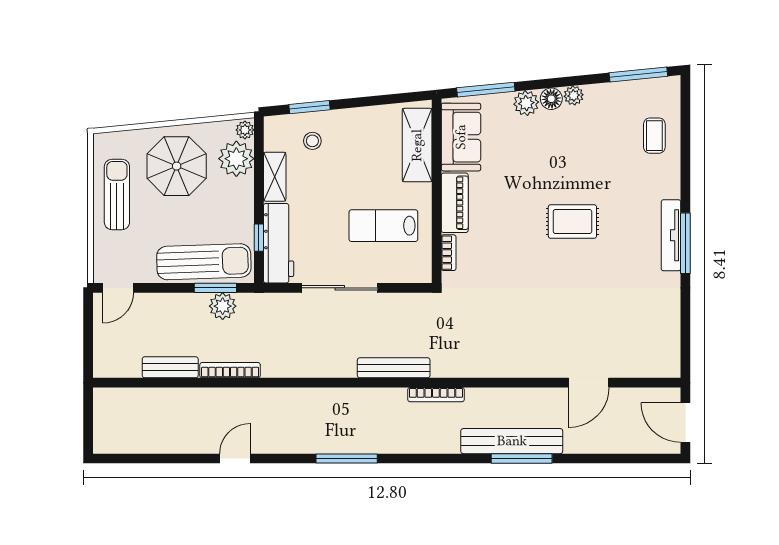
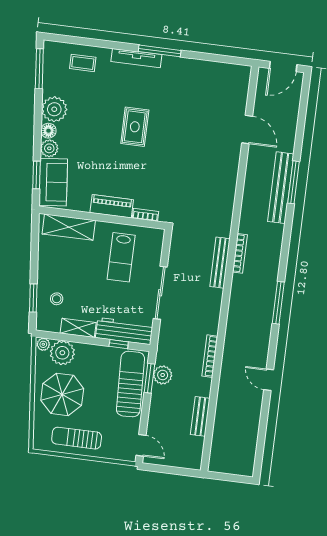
window: (486, 90) -> (36, 175), width x0.69
plant: (574, 95) -> (54, 109), width x1.87, depth x1.87
sofa: (461, 137) -> (53, 182), moved, turned 84
tv unit: (671, 235) -> (136, 58), moved
bookcase: (230, 370) -> (210, 356), moved
bookcase: (436, 395) -> (240, 253), moved

